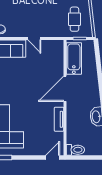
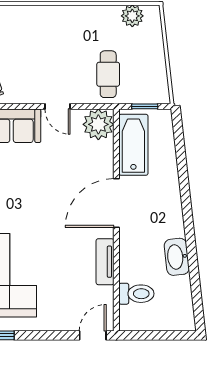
cafe table: (74, 19) -> (108, 74), moved
plant: (56, 48) -> (98, 124), added
toilet: (75, 150) -> (136, 294), moved

